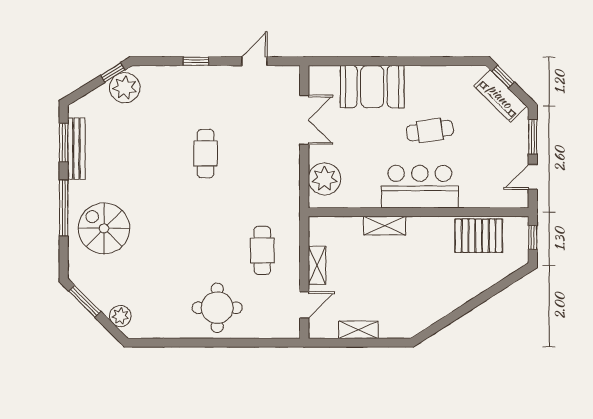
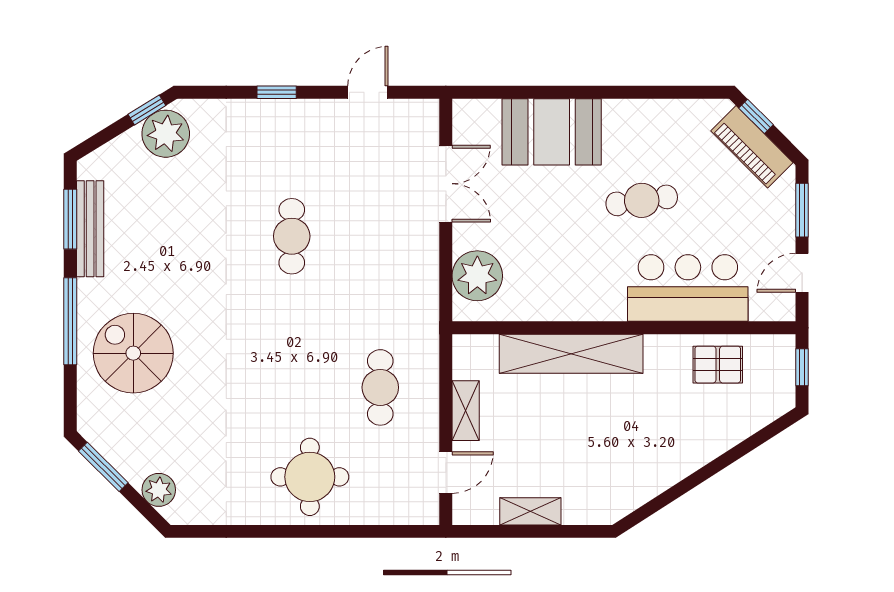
bar counter: (420, 187) -> (688, 288), moved
shelving: (385, 226) -> (571, 354), width x2.20, depth x1.33
pallet: (479, 236) -> (718, 365), width x0.67, depth x0.71

